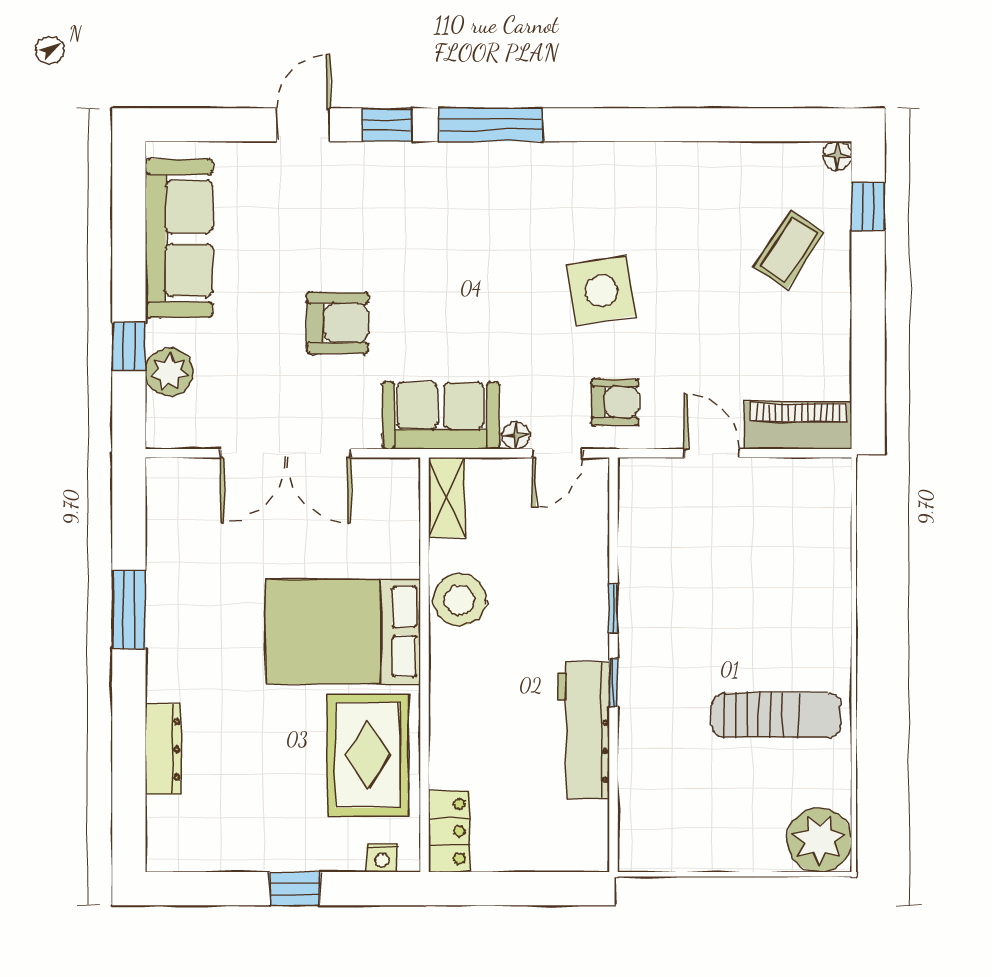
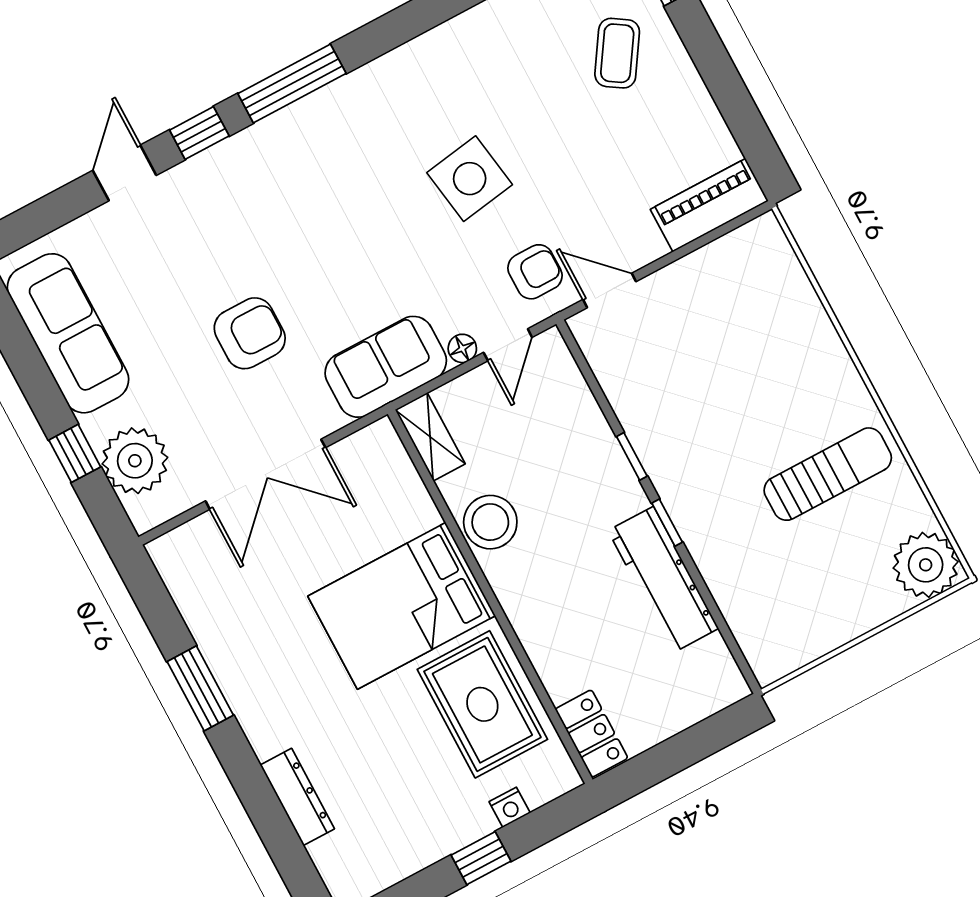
plant: (169, 372) -> (135, 461), width x1.36, depth x1.36
door: (712, 453) -> (610, 291), moved
nightstand: (382, 858) -> (510, 807), moved

